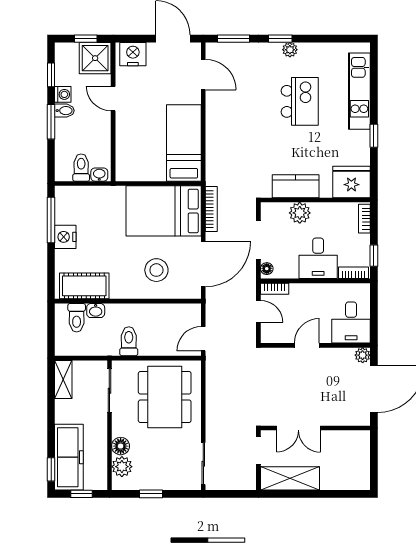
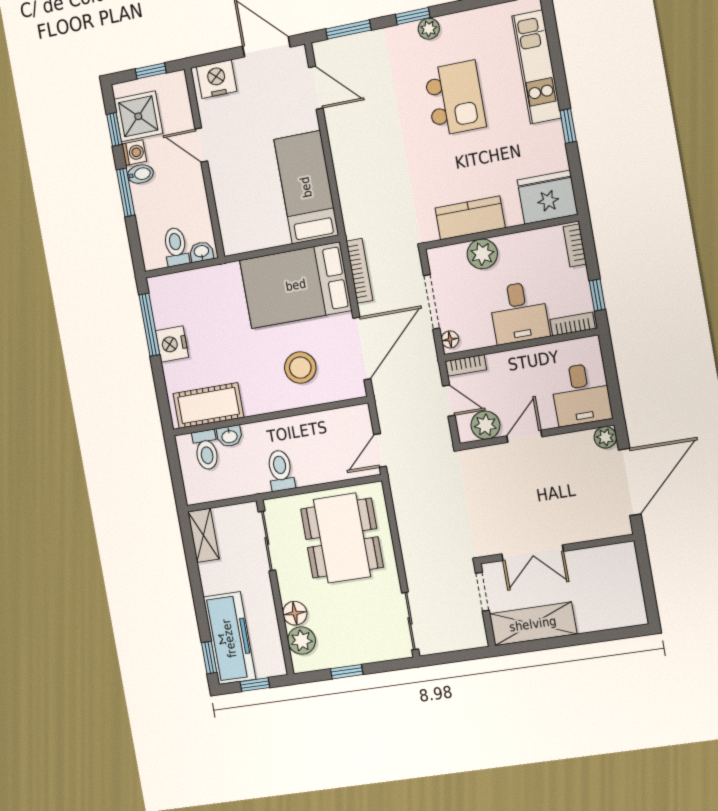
shower: (95, 58) -> (138, 116), moved
plant: (281, 333) -> (485, 425), added

